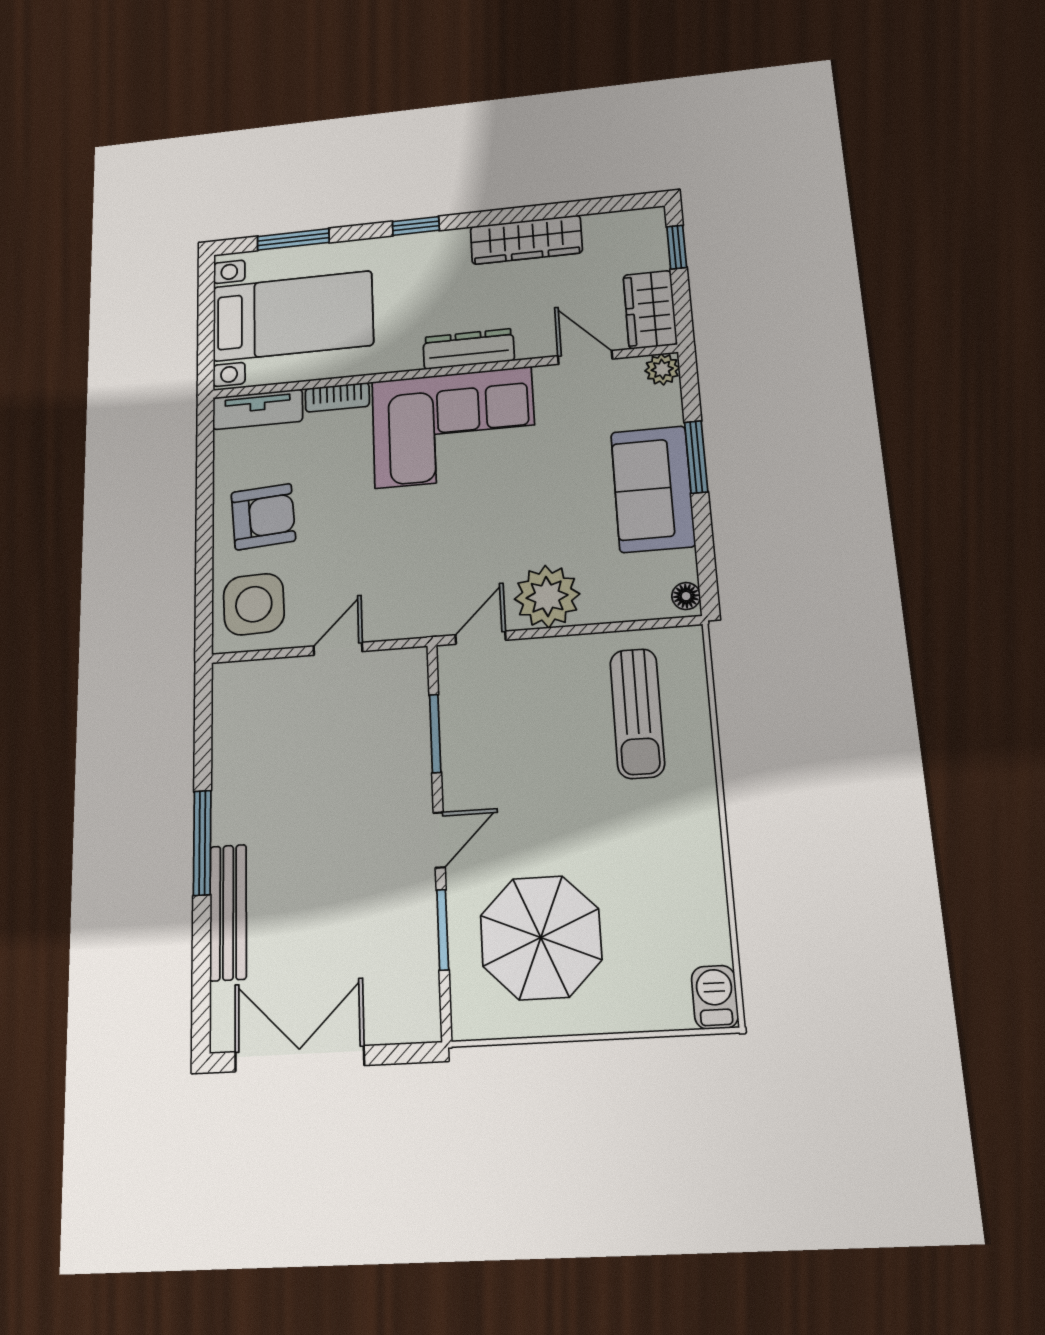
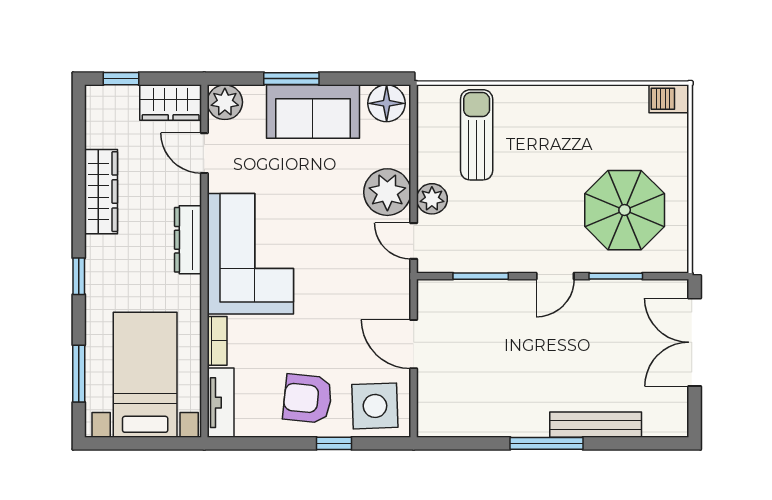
door: (585, 357) -> (204, 153), hinge flipped
plant: (662, 369) -> (225, 102), width x1.38, depth x1.38
armchair: (263, 517) -> (308, 399), turned -80
window: (204, 555) -> (334, 443), added
floor lamp: (686, 596) -> (387, 103), width x1.89, depth x1.89
door: (338, 649) -> (414, 344), width x1.38
plant: (541, 658) -> (432, 199), added
sun lounger: (637, 713) -> (477, 135), turned -90
door: (439, 840) -> (555, 276), swing flipped
double door: (299, 1059) -> (695, 342), moved

